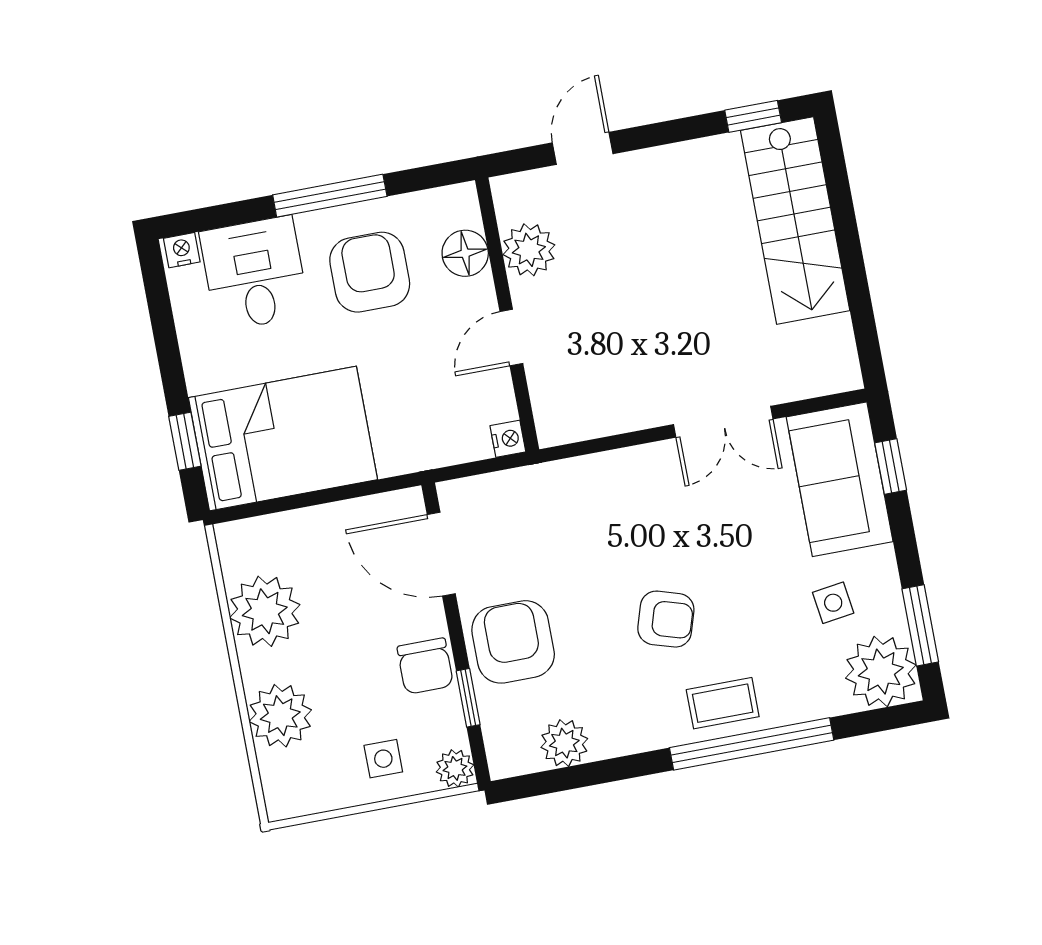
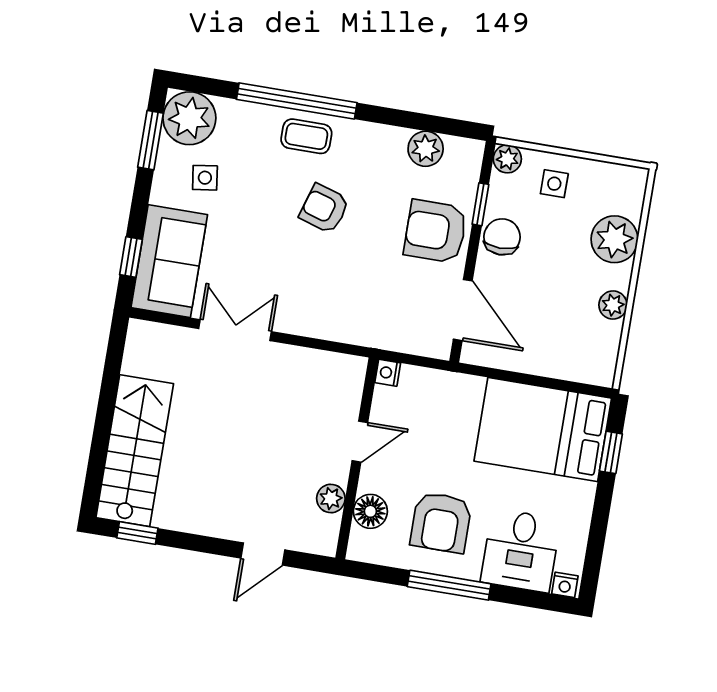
plant: (529, 250) -> (331, 499), width x0.73, depth x0.73
plant: (265, 611) -> (613, 305), width x0.53, depth x0.53
armchair: (513, 642) -> (435, 231), turned 90

